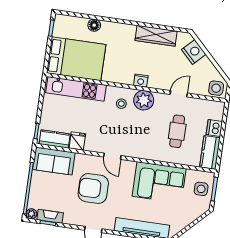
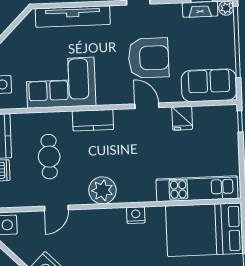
nightstand: (141, 81) -> (136, 215), moved
stool: (121, 104) -> (132, 180), removed
kitchen counter: (55, 139) -> (93, 120), moved
door: (112, 156) -> (147, 106), moved

